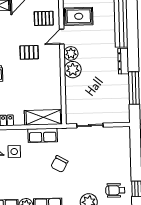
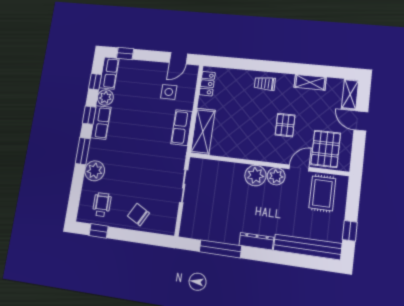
pallet: (44, 18) -> (326, 149), width x1.50, depth x1.42
door: (62, 37) -> (299, 168), hinge flipped
chair: (59, 164) -> (138, 215), moved

